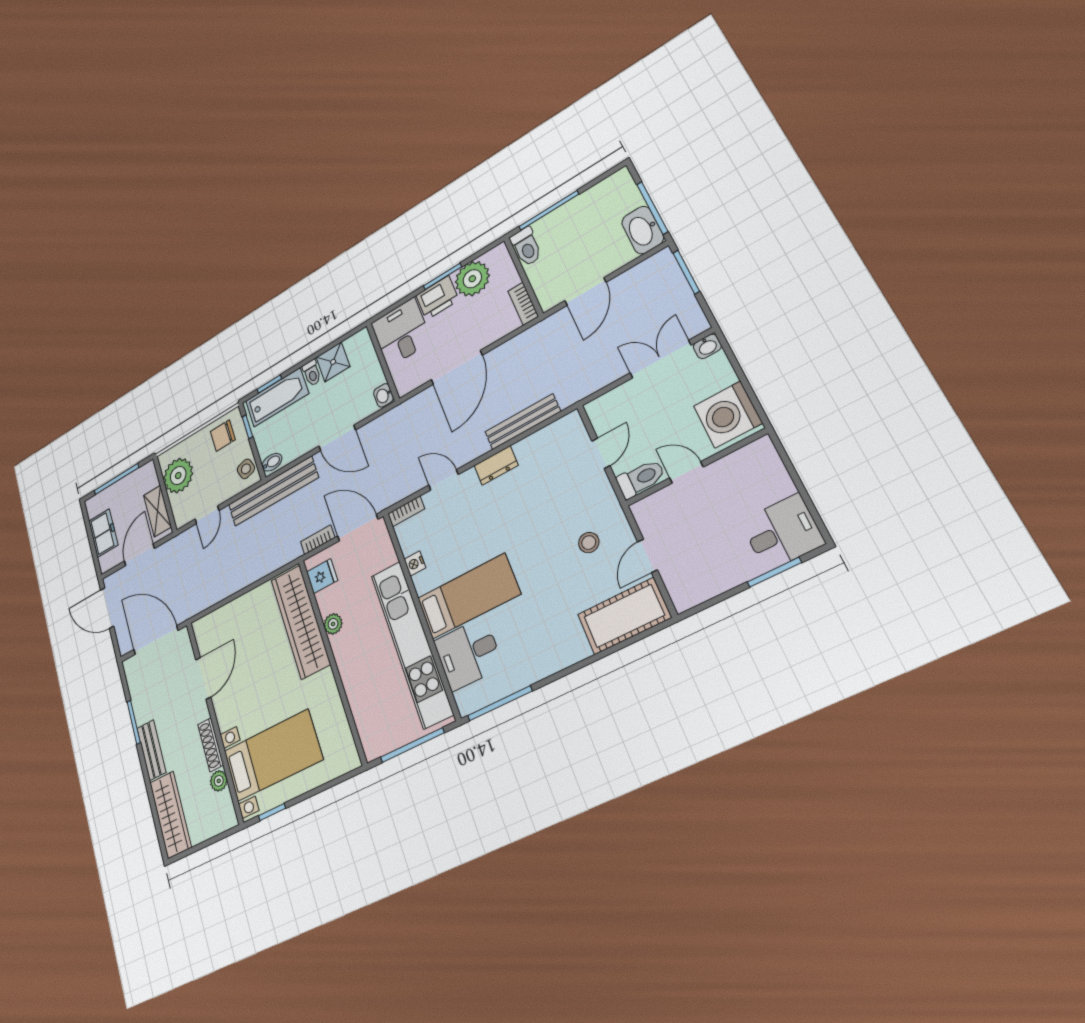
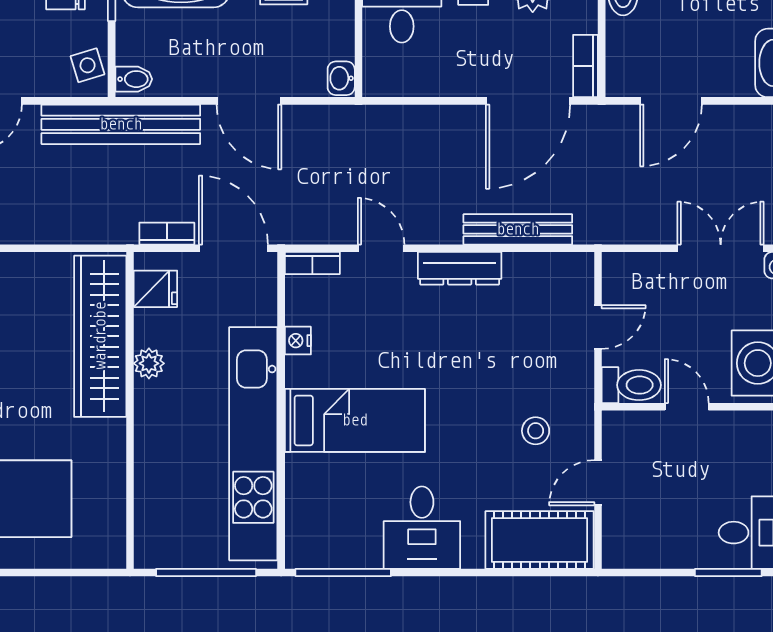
door: (457, 367) -> (528, 101), moved
dresser: (496, 465) -> (460, 268), width x1.44
desk: (468, 654) -> (422, 528), moved, turned -90

